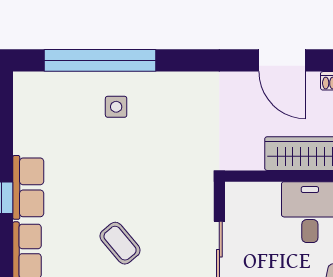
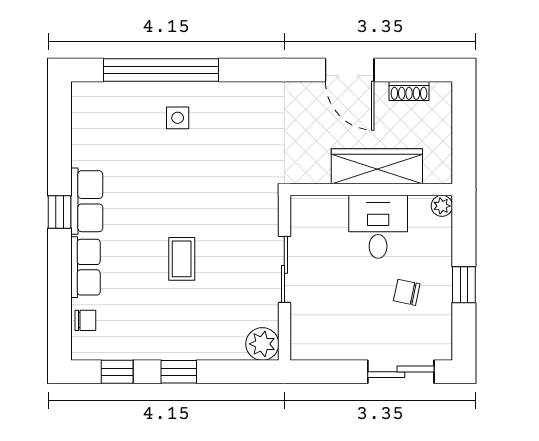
coffee table: (120, 243) -> (182, 259), turned 40

